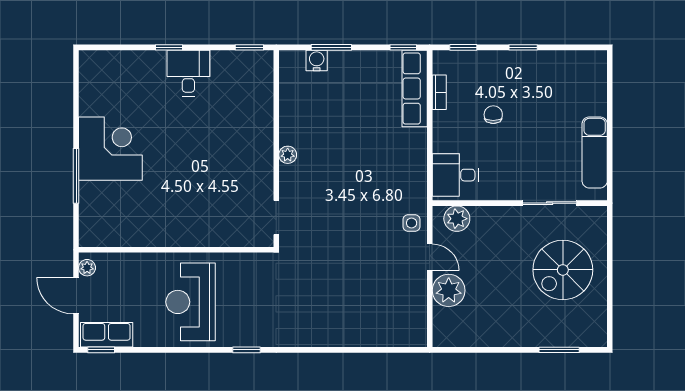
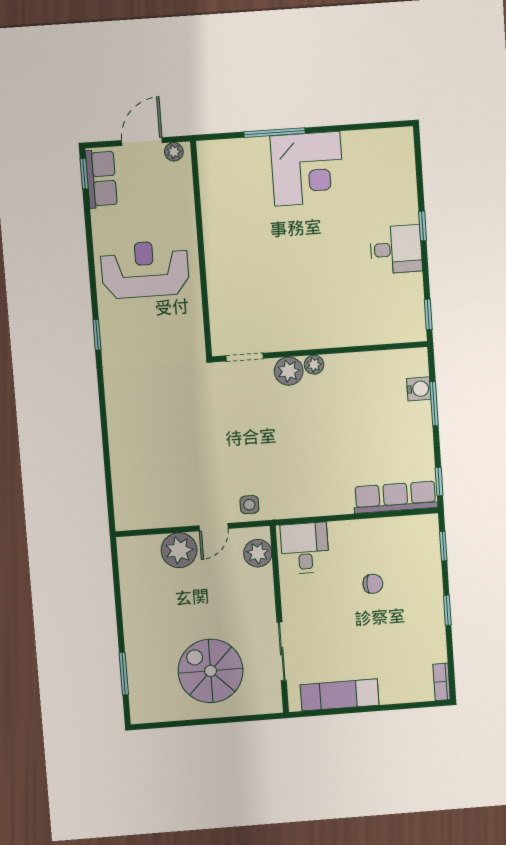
bookcase: (439, 92) -> (442, 682), moved, turned 90
plant: (292, 178) -> (289, 371), added

